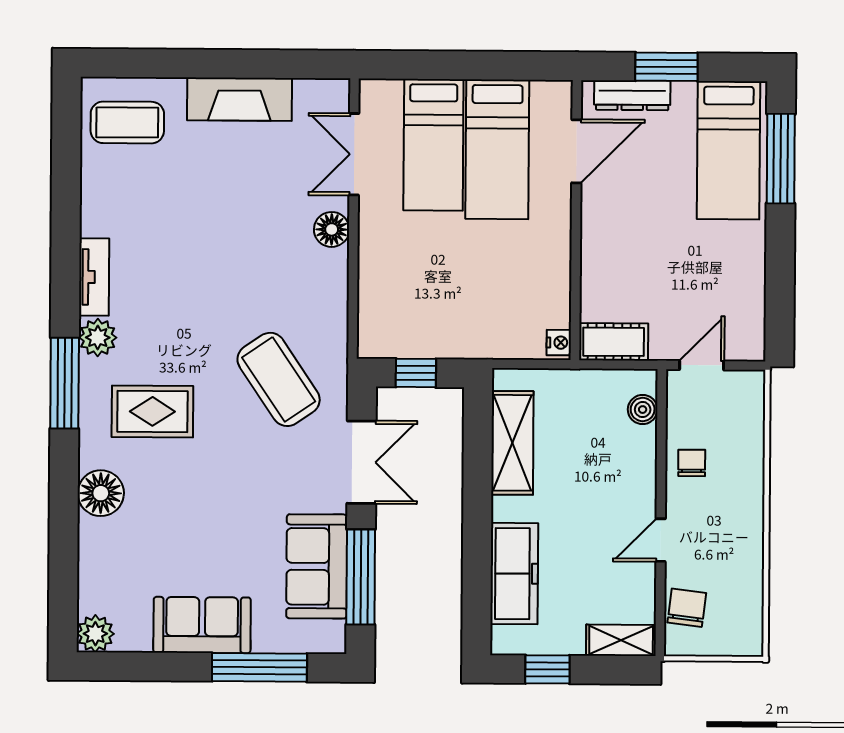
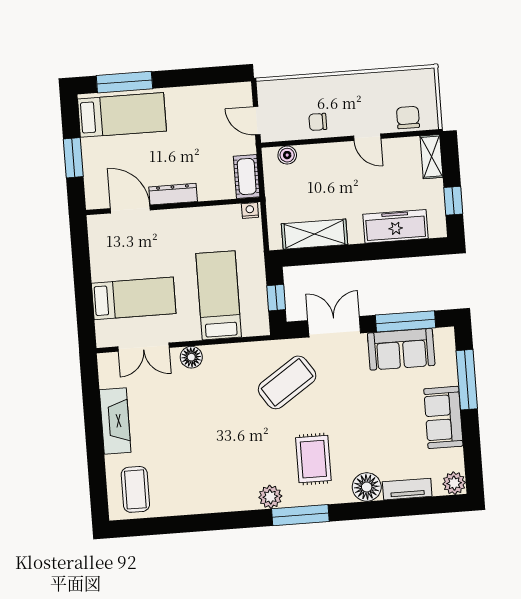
dresser: (632, 95) -> (173, 194), moved, turned -90
bed: (497, 149) -> (219, 295), moved, turned -90
tv unit: (94, 277) -> (407, 489), moved
chair: (687, 608) -> (408, 118), turned 83

